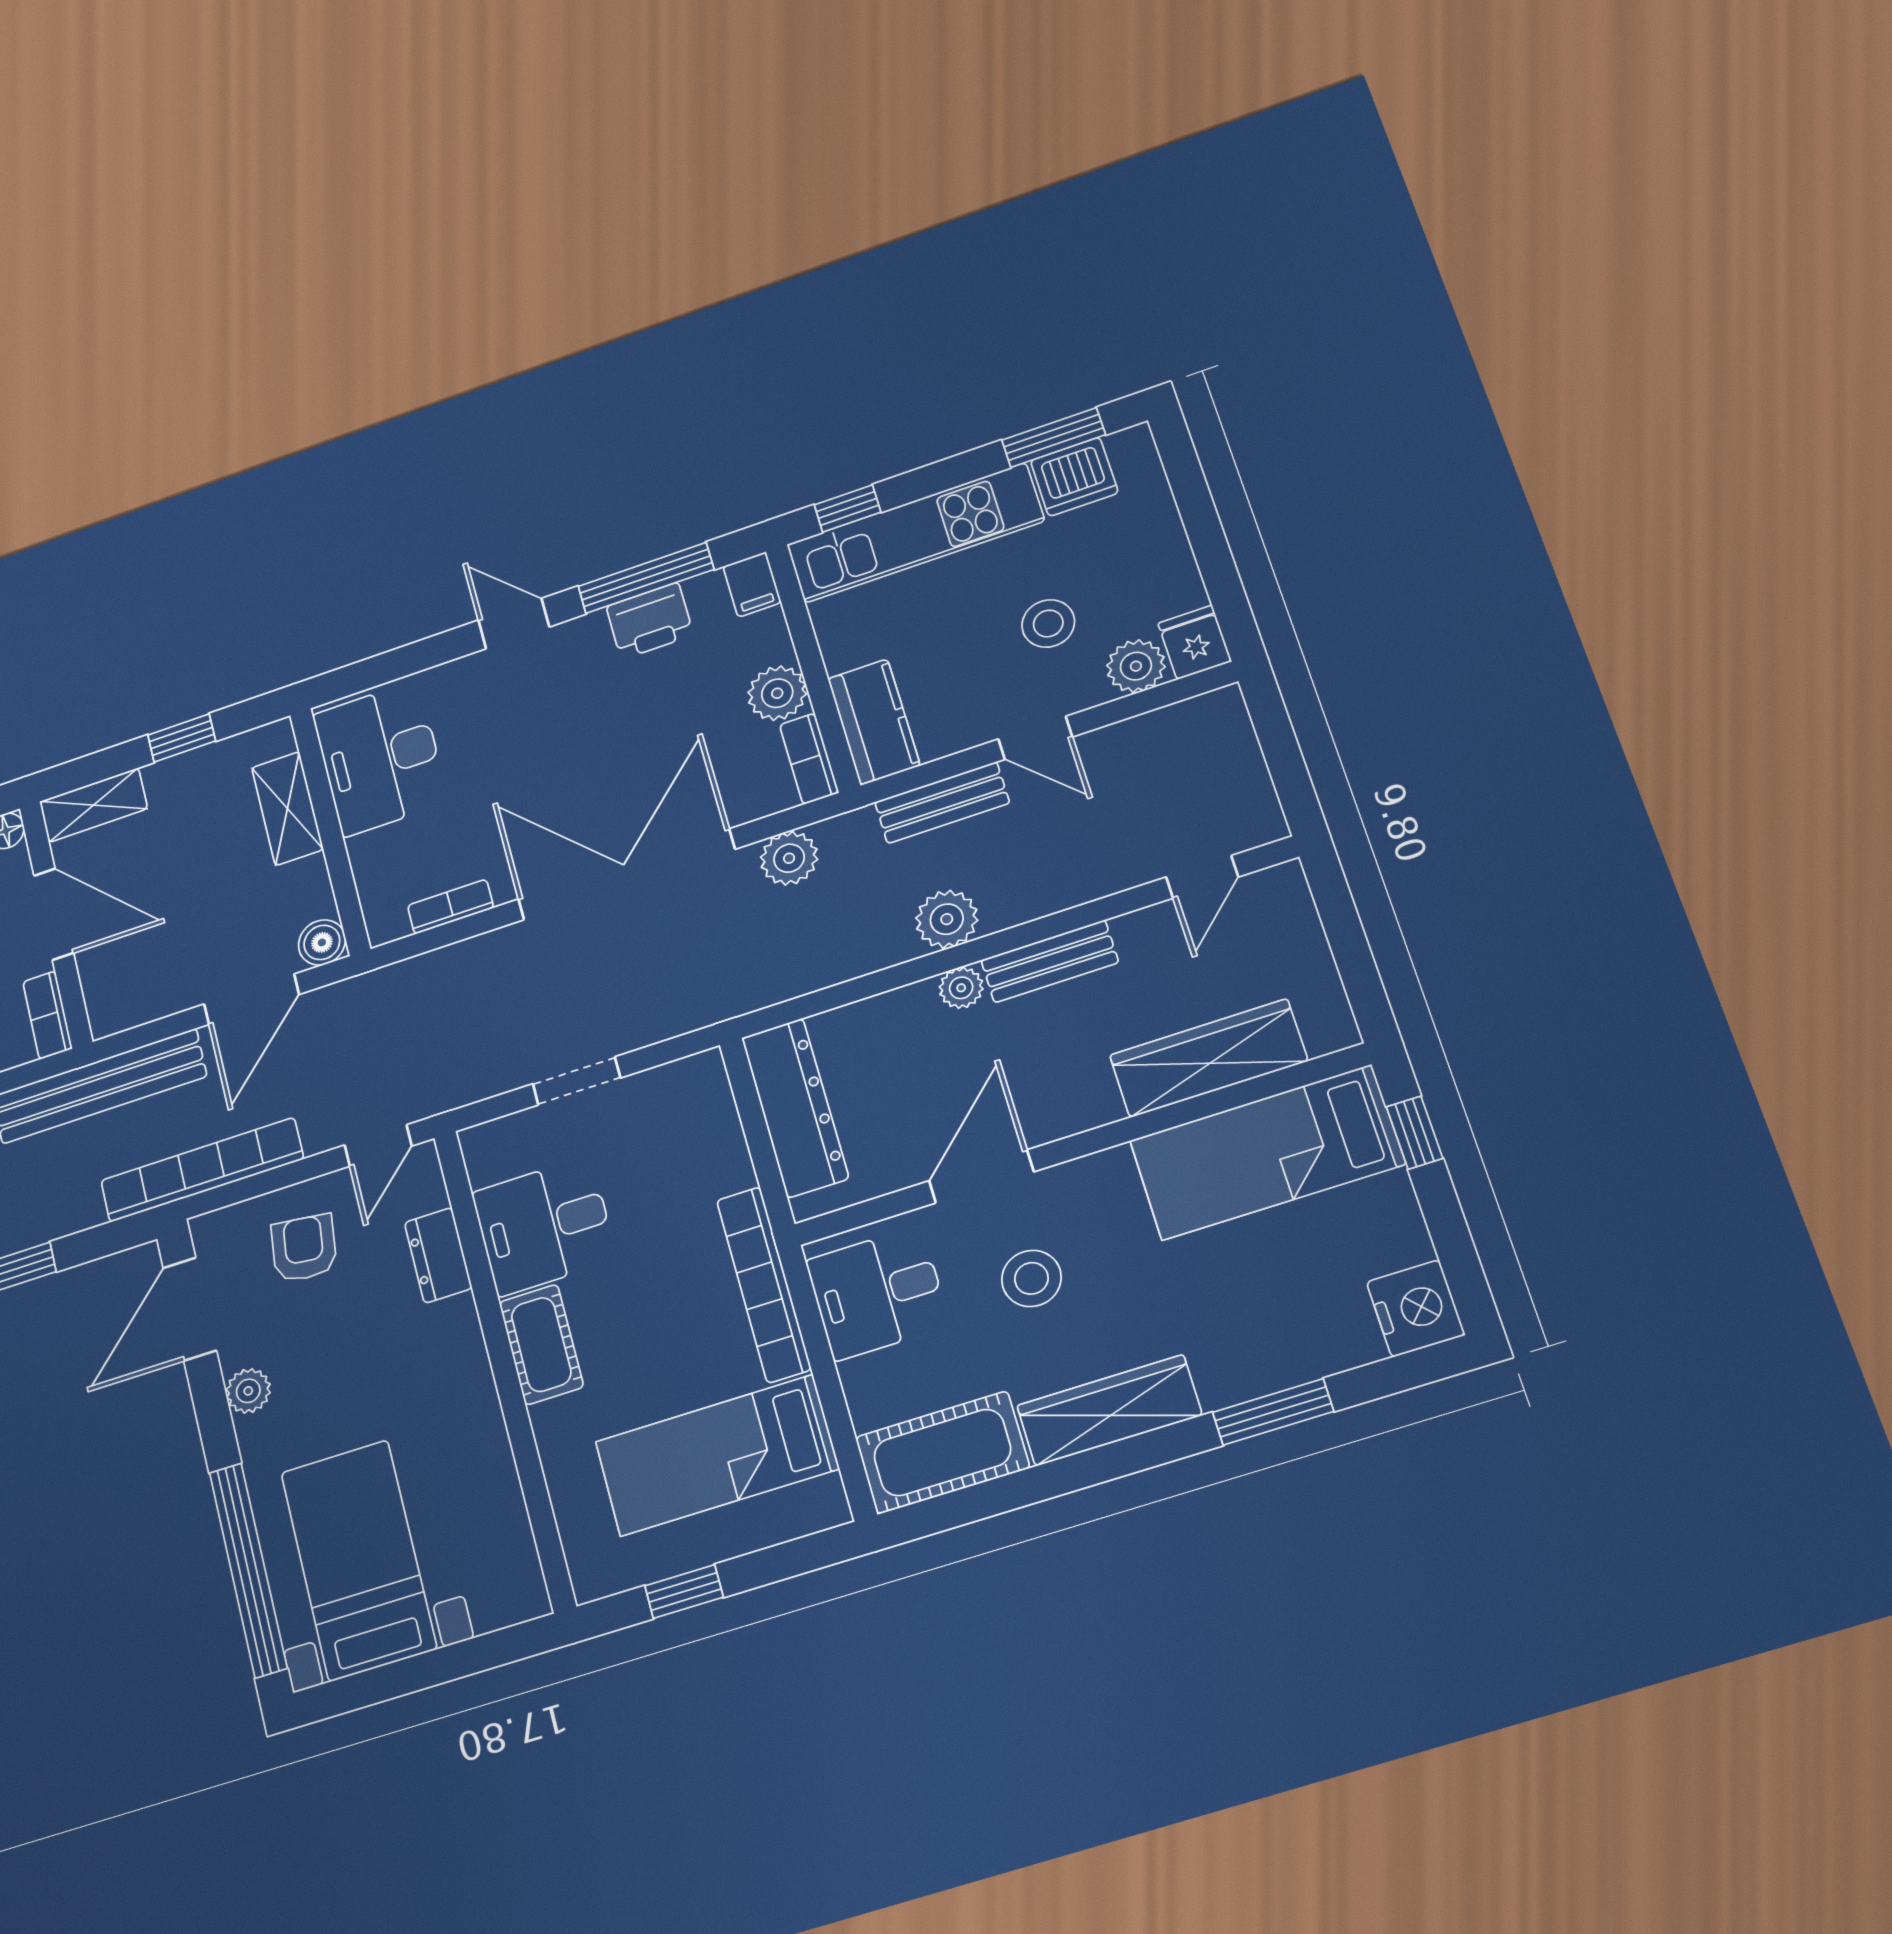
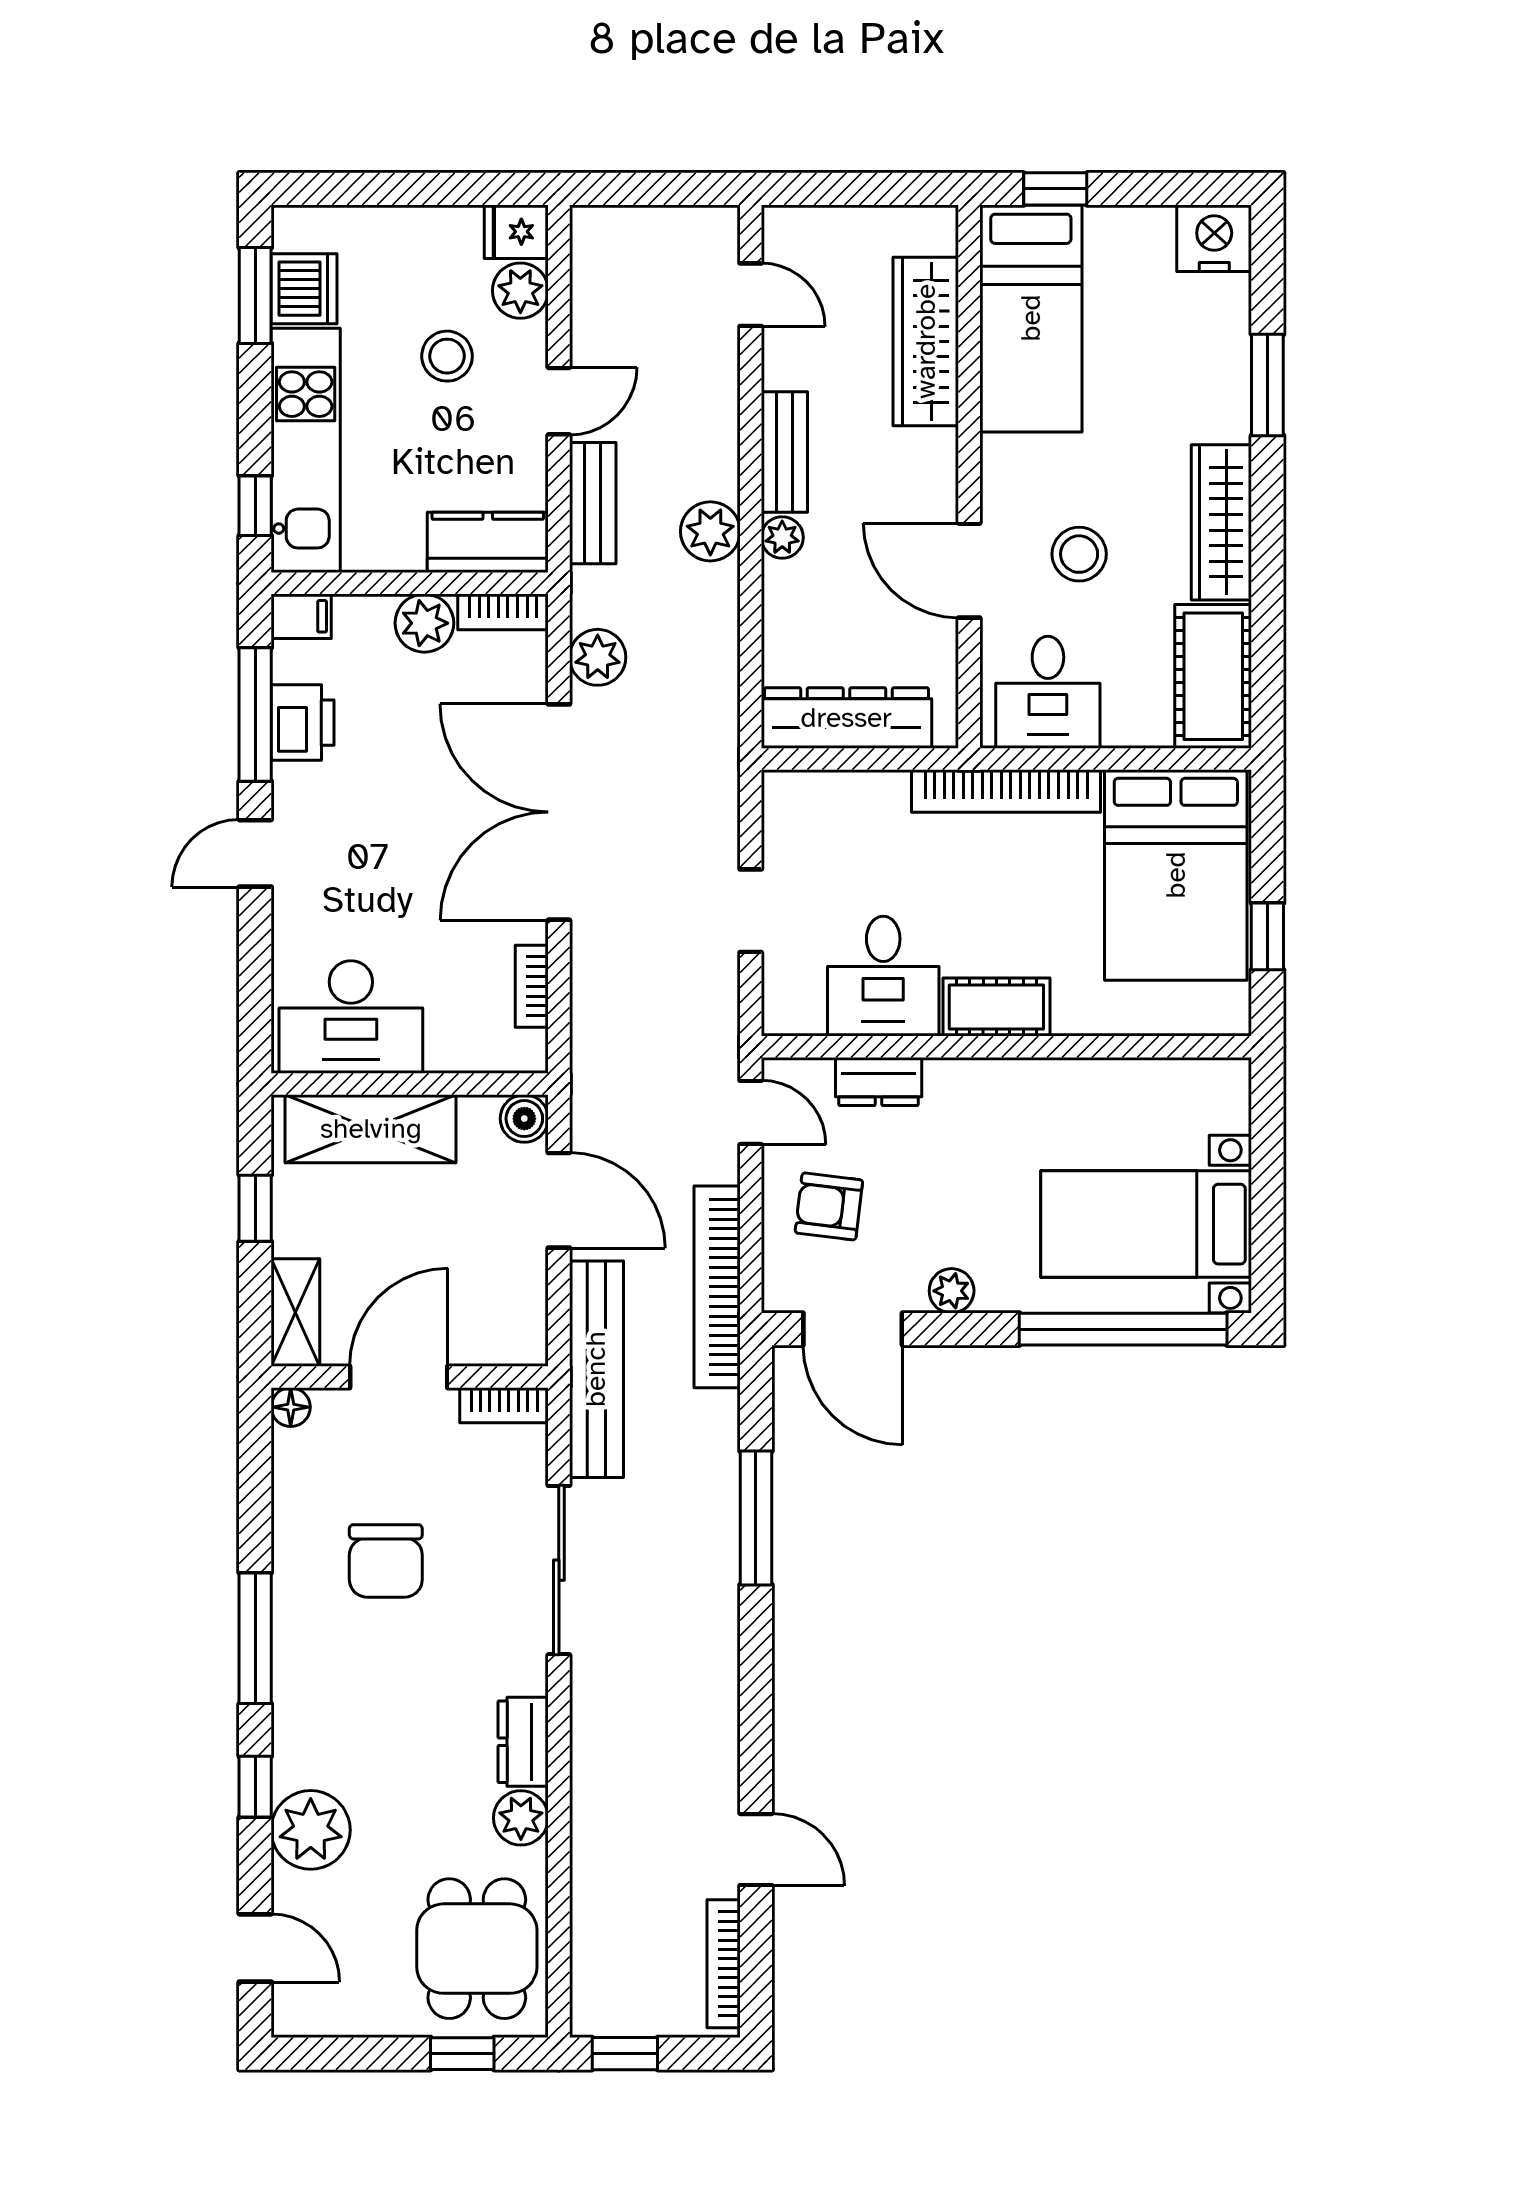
shelving: (287, 808) -> (371, 1129), width x1.50, depth x1.33
bed: (717, 1455) -> (1176, 875), width x1.50

